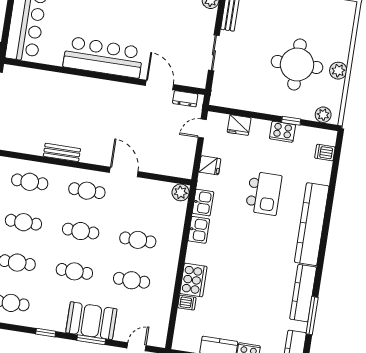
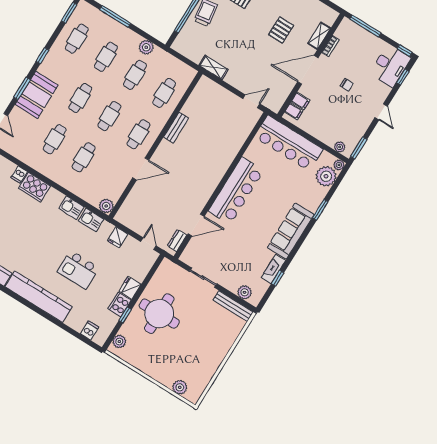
round table: (297, 64) -> (159, 314), moved
plant: (338, 71) -> (180, 387), moved
fridge: (239, 125) -> (130, 288), moved

